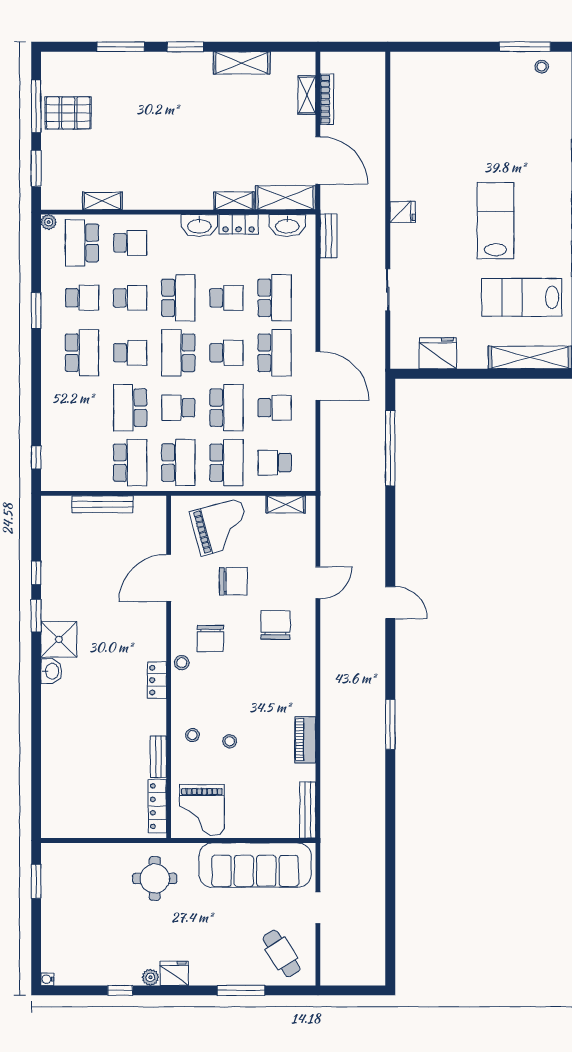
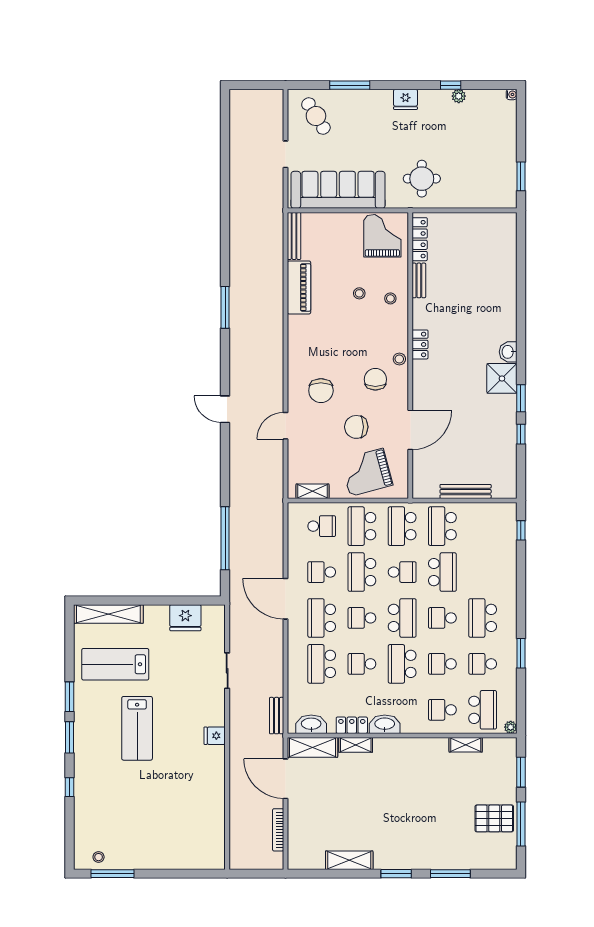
shelving: (307, 95) -> (295, 833), removed
lab bench: (522, 297) -> (115, 664), turned 180
piano: (305, 740) -> (299, 287), width x1.37, depth x1.33
plant: (150, 977) -> (459, 96), moved

